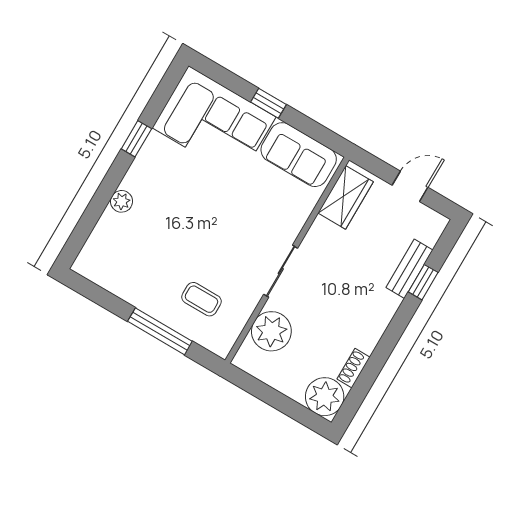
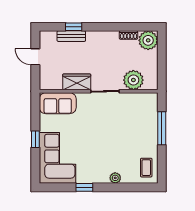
sofa: (299, 155) -> (58, 103), moved, turned 90
wardrobe: (346, 197) -> (77, 82), moved
coffee table: (201, 299) -> (146, 168), moved

